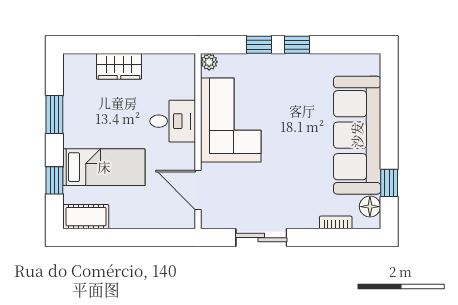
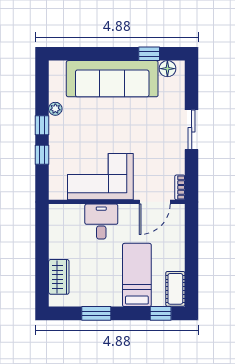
plant: (209, 62) -> (55, 109), moved
wardrobe: (119, 66) -> (59, 277), moved
window: (54, 180) -> (161, 313), moved
bookcase: (336, 222) -> (180, 187), moved
sliding door: (261, 238) -> (192, 130), moved

